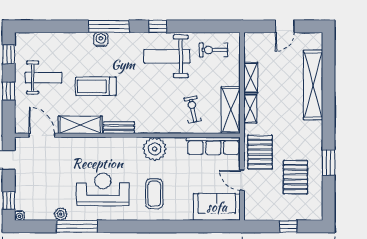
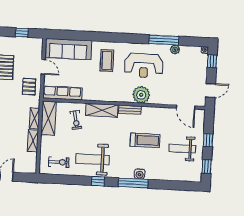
weight bench: (167, 56) -> (92, 159), turned 180
shelving: (80, 125) -> (102, 110), moved
plant: (155, 149) -> (141, 95), moved
pallet: (260, 152) -> (29, 87), width x0.67, depth x0.71
sofa: (217, 207) -> (68, 49), width x1.36
window: (288, 226) -> (22, 33), moved

